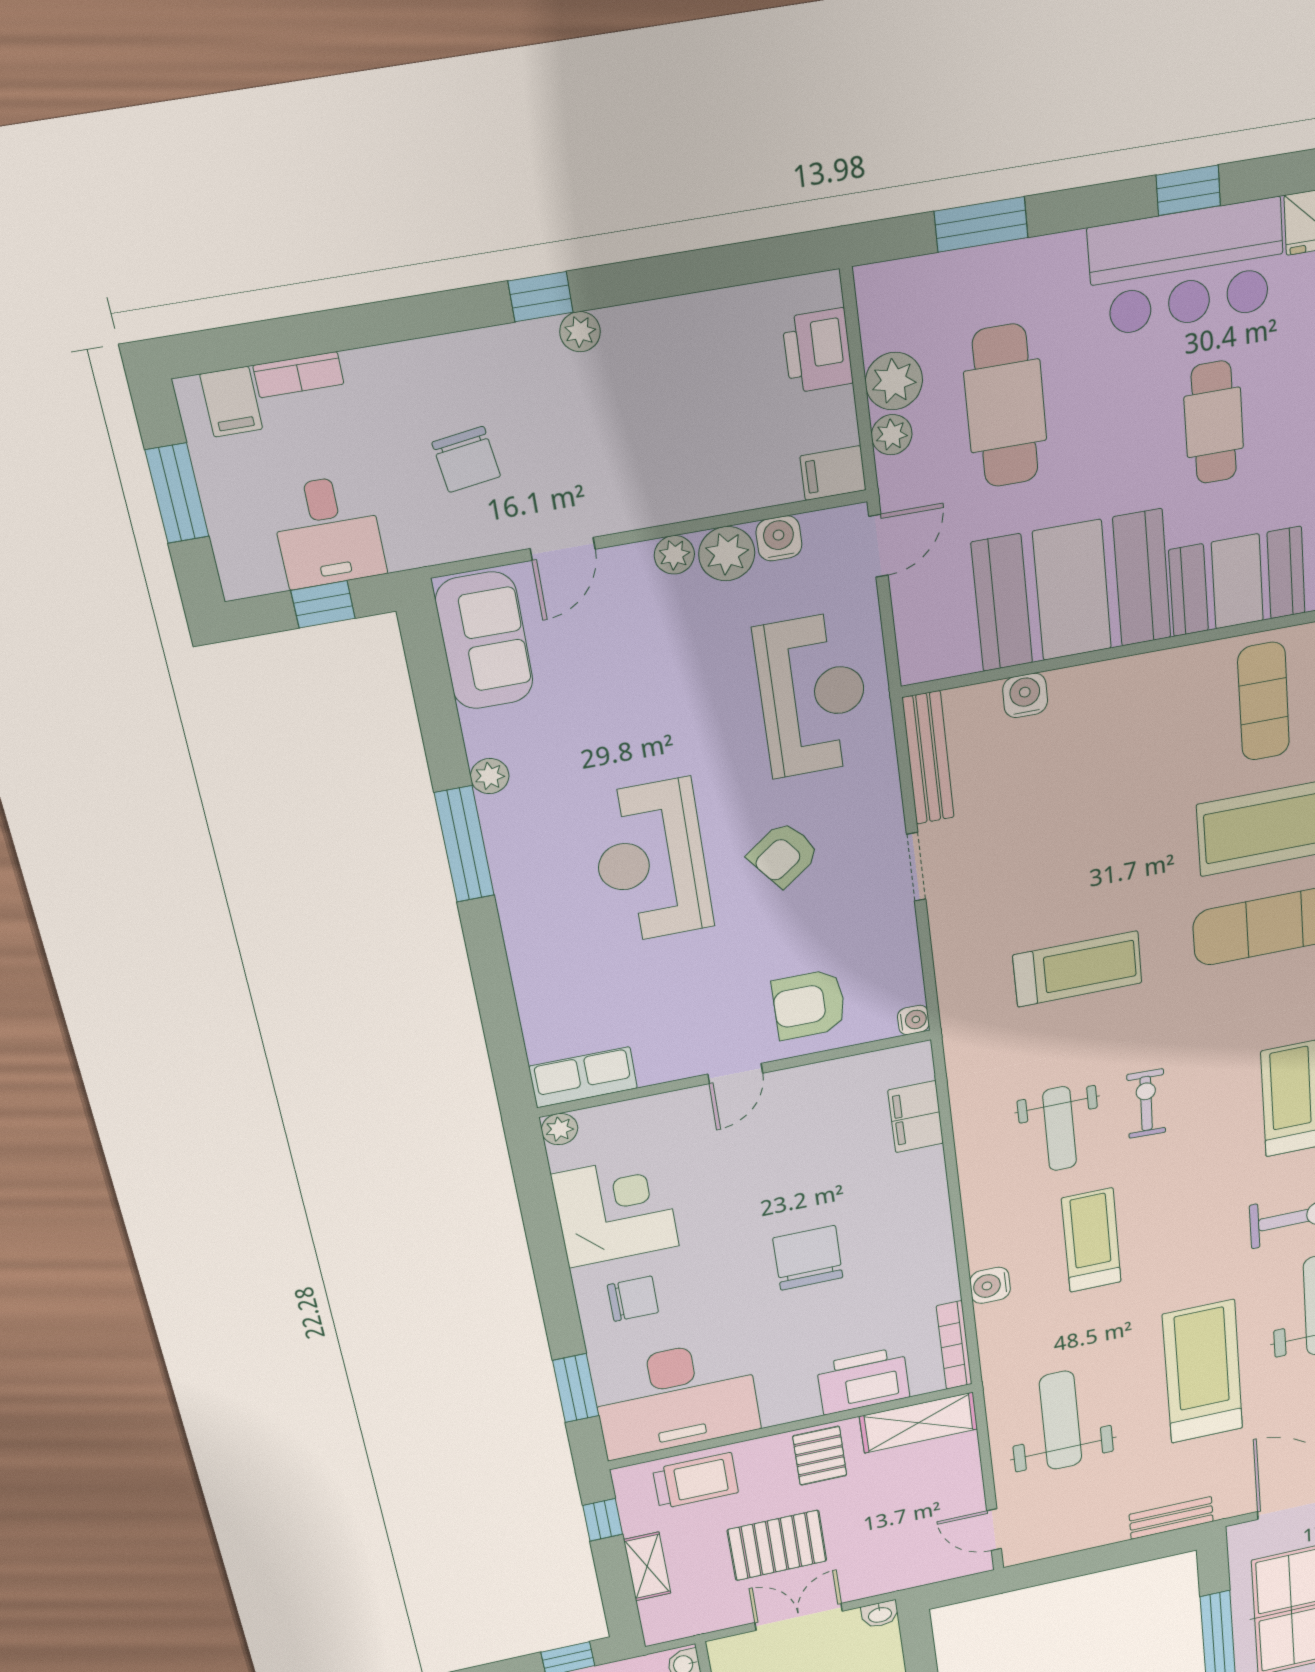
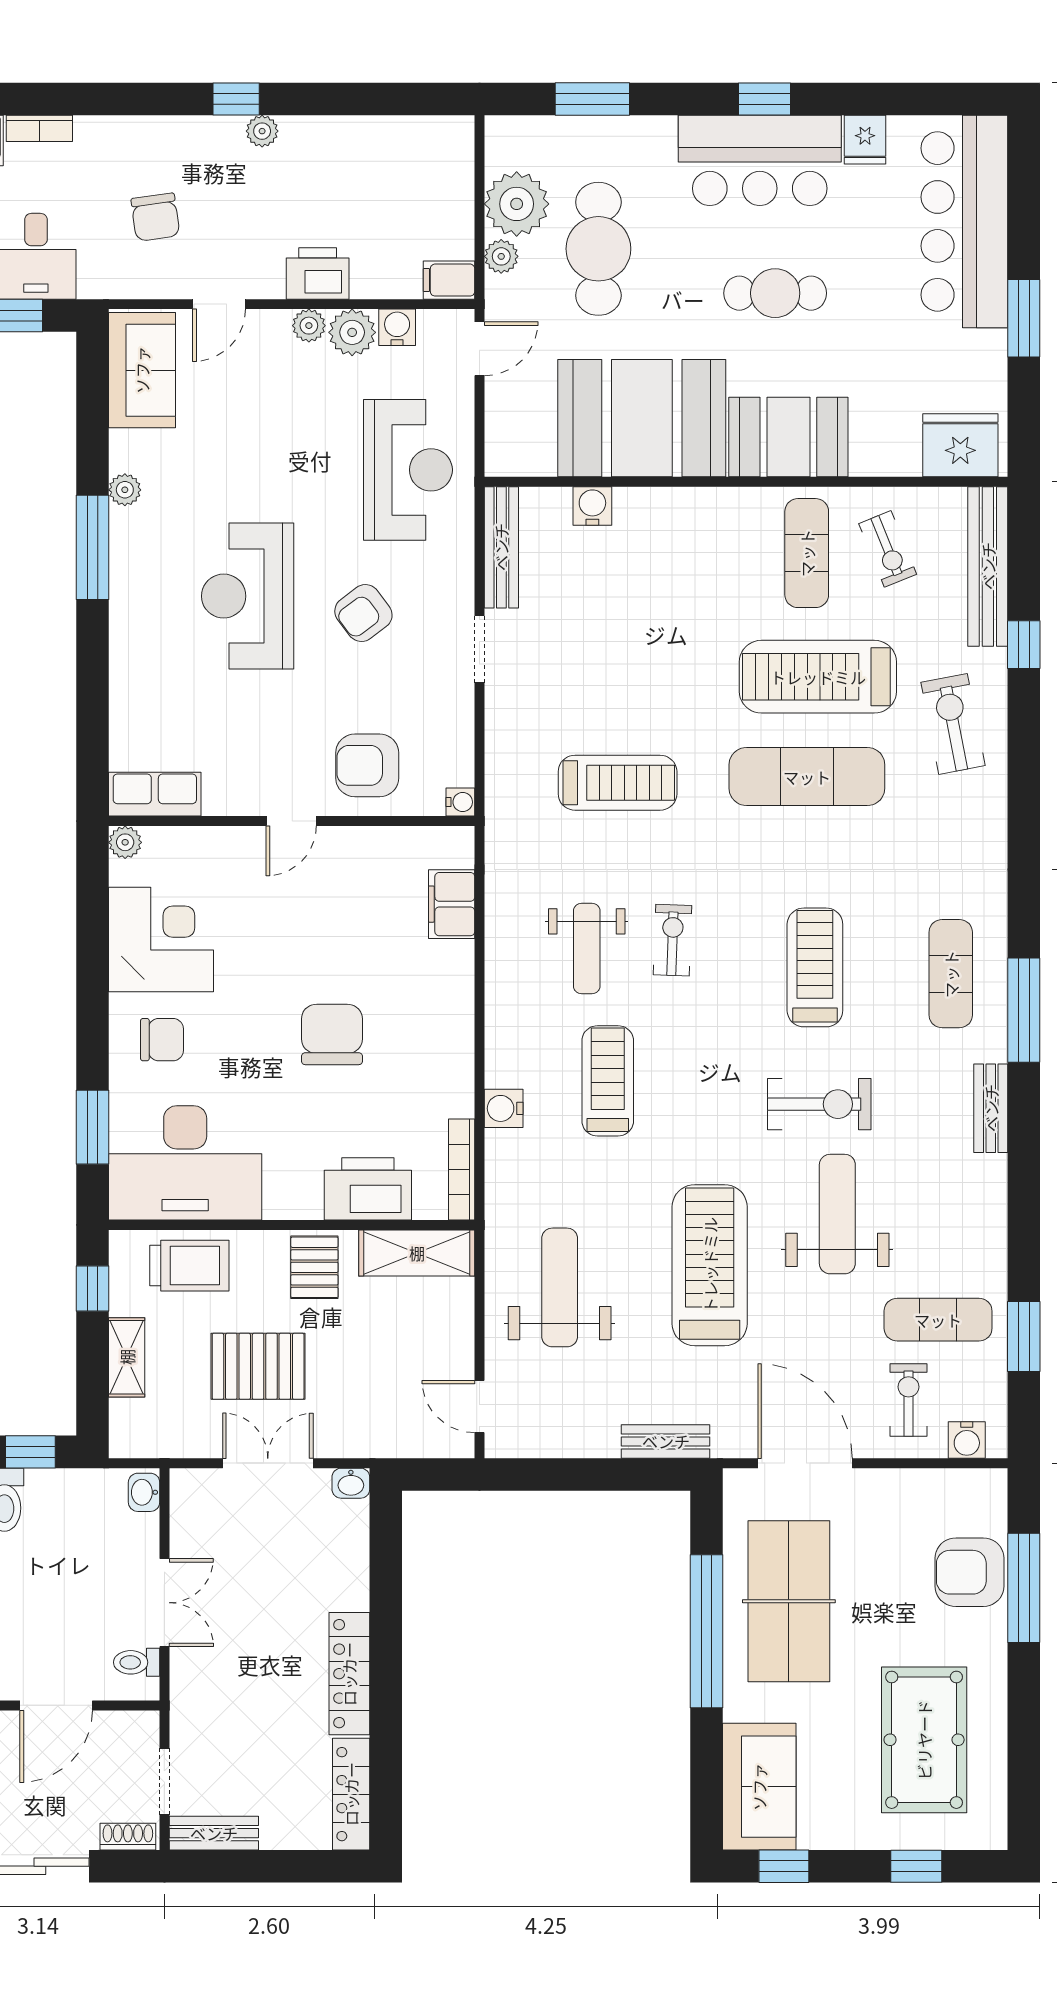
printer: (818, 351) -> (318, 273), moved, turned 90
plant: (894, 381) -> (517, 204), width x1.36, depth x1.36
cafe table: (1214, 422) -> (775, 293), turned 90

